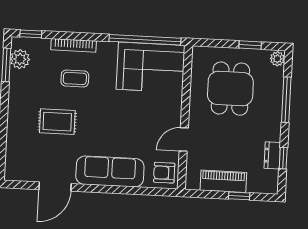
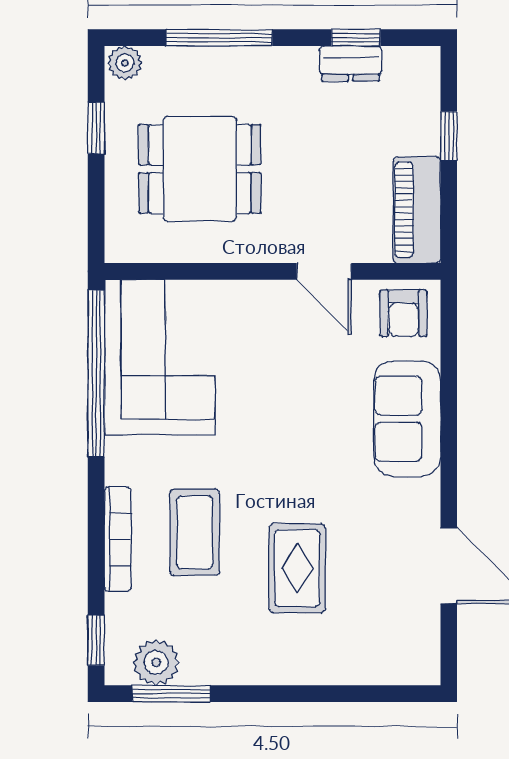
coffee table: (75, 78) -> (195, 532), width x1.36, depth x1.30
sofa: (110, 171) -> (407, 419), width x0.73
piano: (223, 181) -> (417, 210), moved

